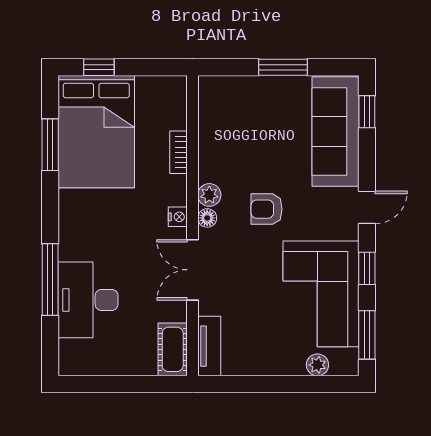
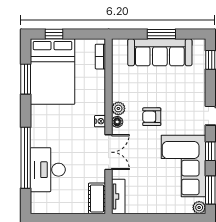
sofa: (336, 132) -> (160, 52), moved, turned -90
bookcase: (179, 152) -> (100, 57), moved
double door: (192, 270) -> (109, 152), swing flipped
window: (50, 280) -> (26, 158), width x1.46
plant: (317, 365) -> (199, 207), moved

